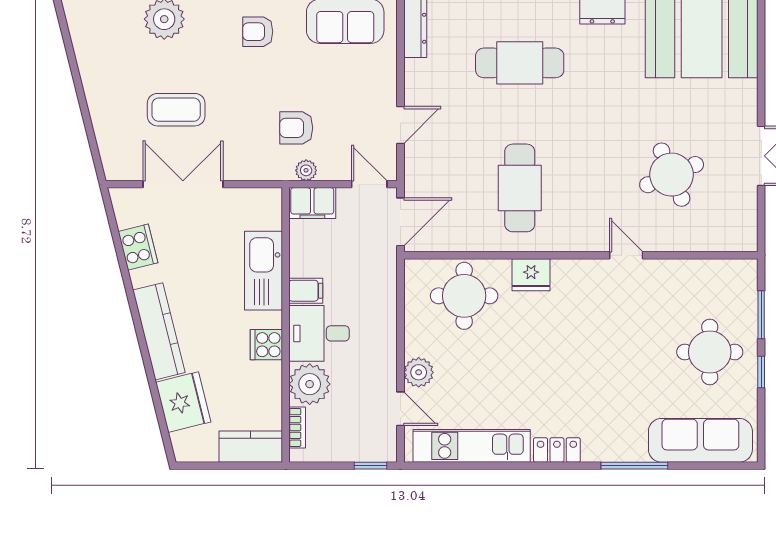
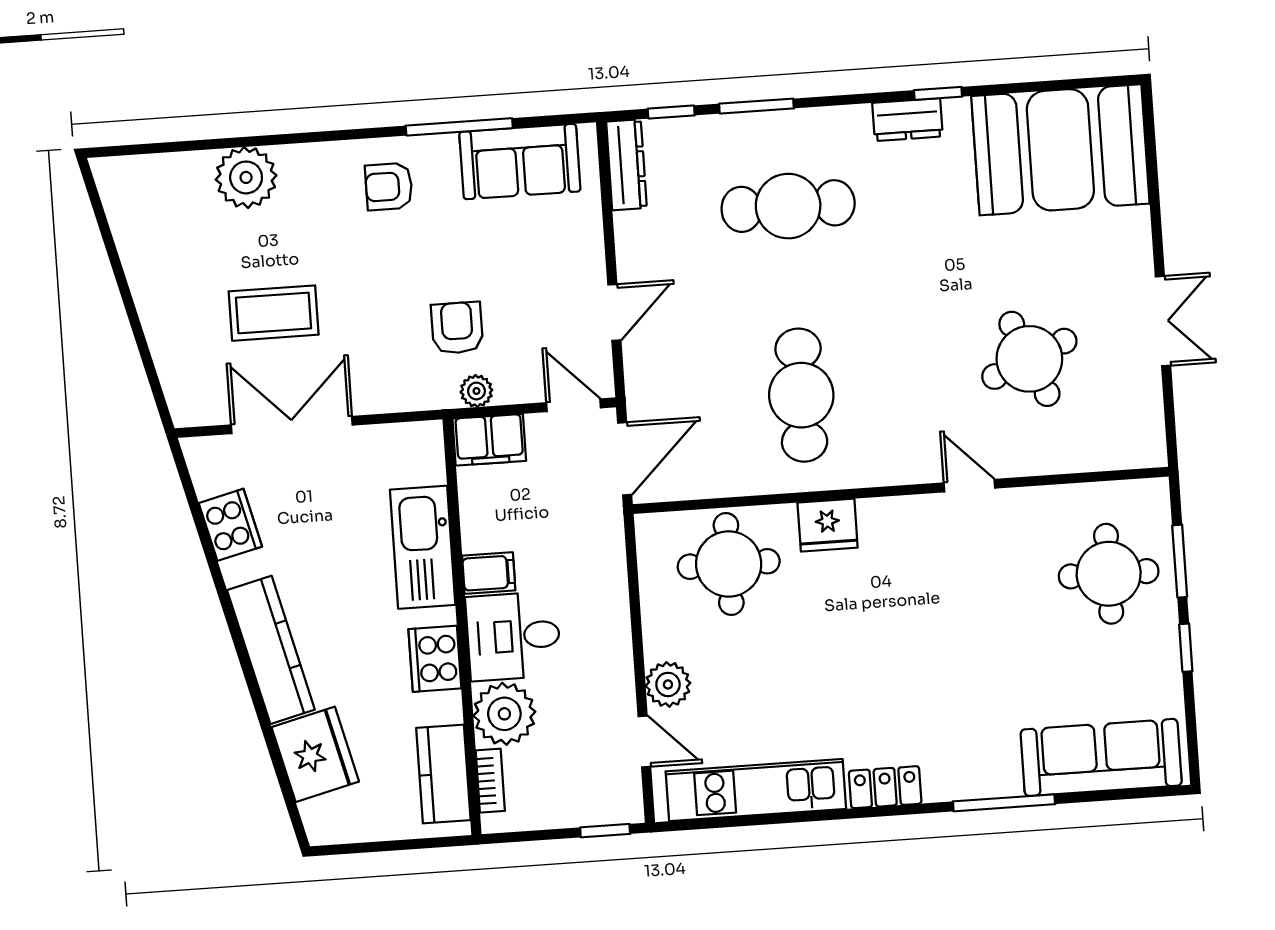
armchair: (296, 128) -> (457, 328), turned 90
cooker: (266, 345) -> (435, 659), width x1.36
round table: (710, 352) -> (1109, 574), moved
kitchen counter: (251, 447) -> (443, 774), moved, turned -90

